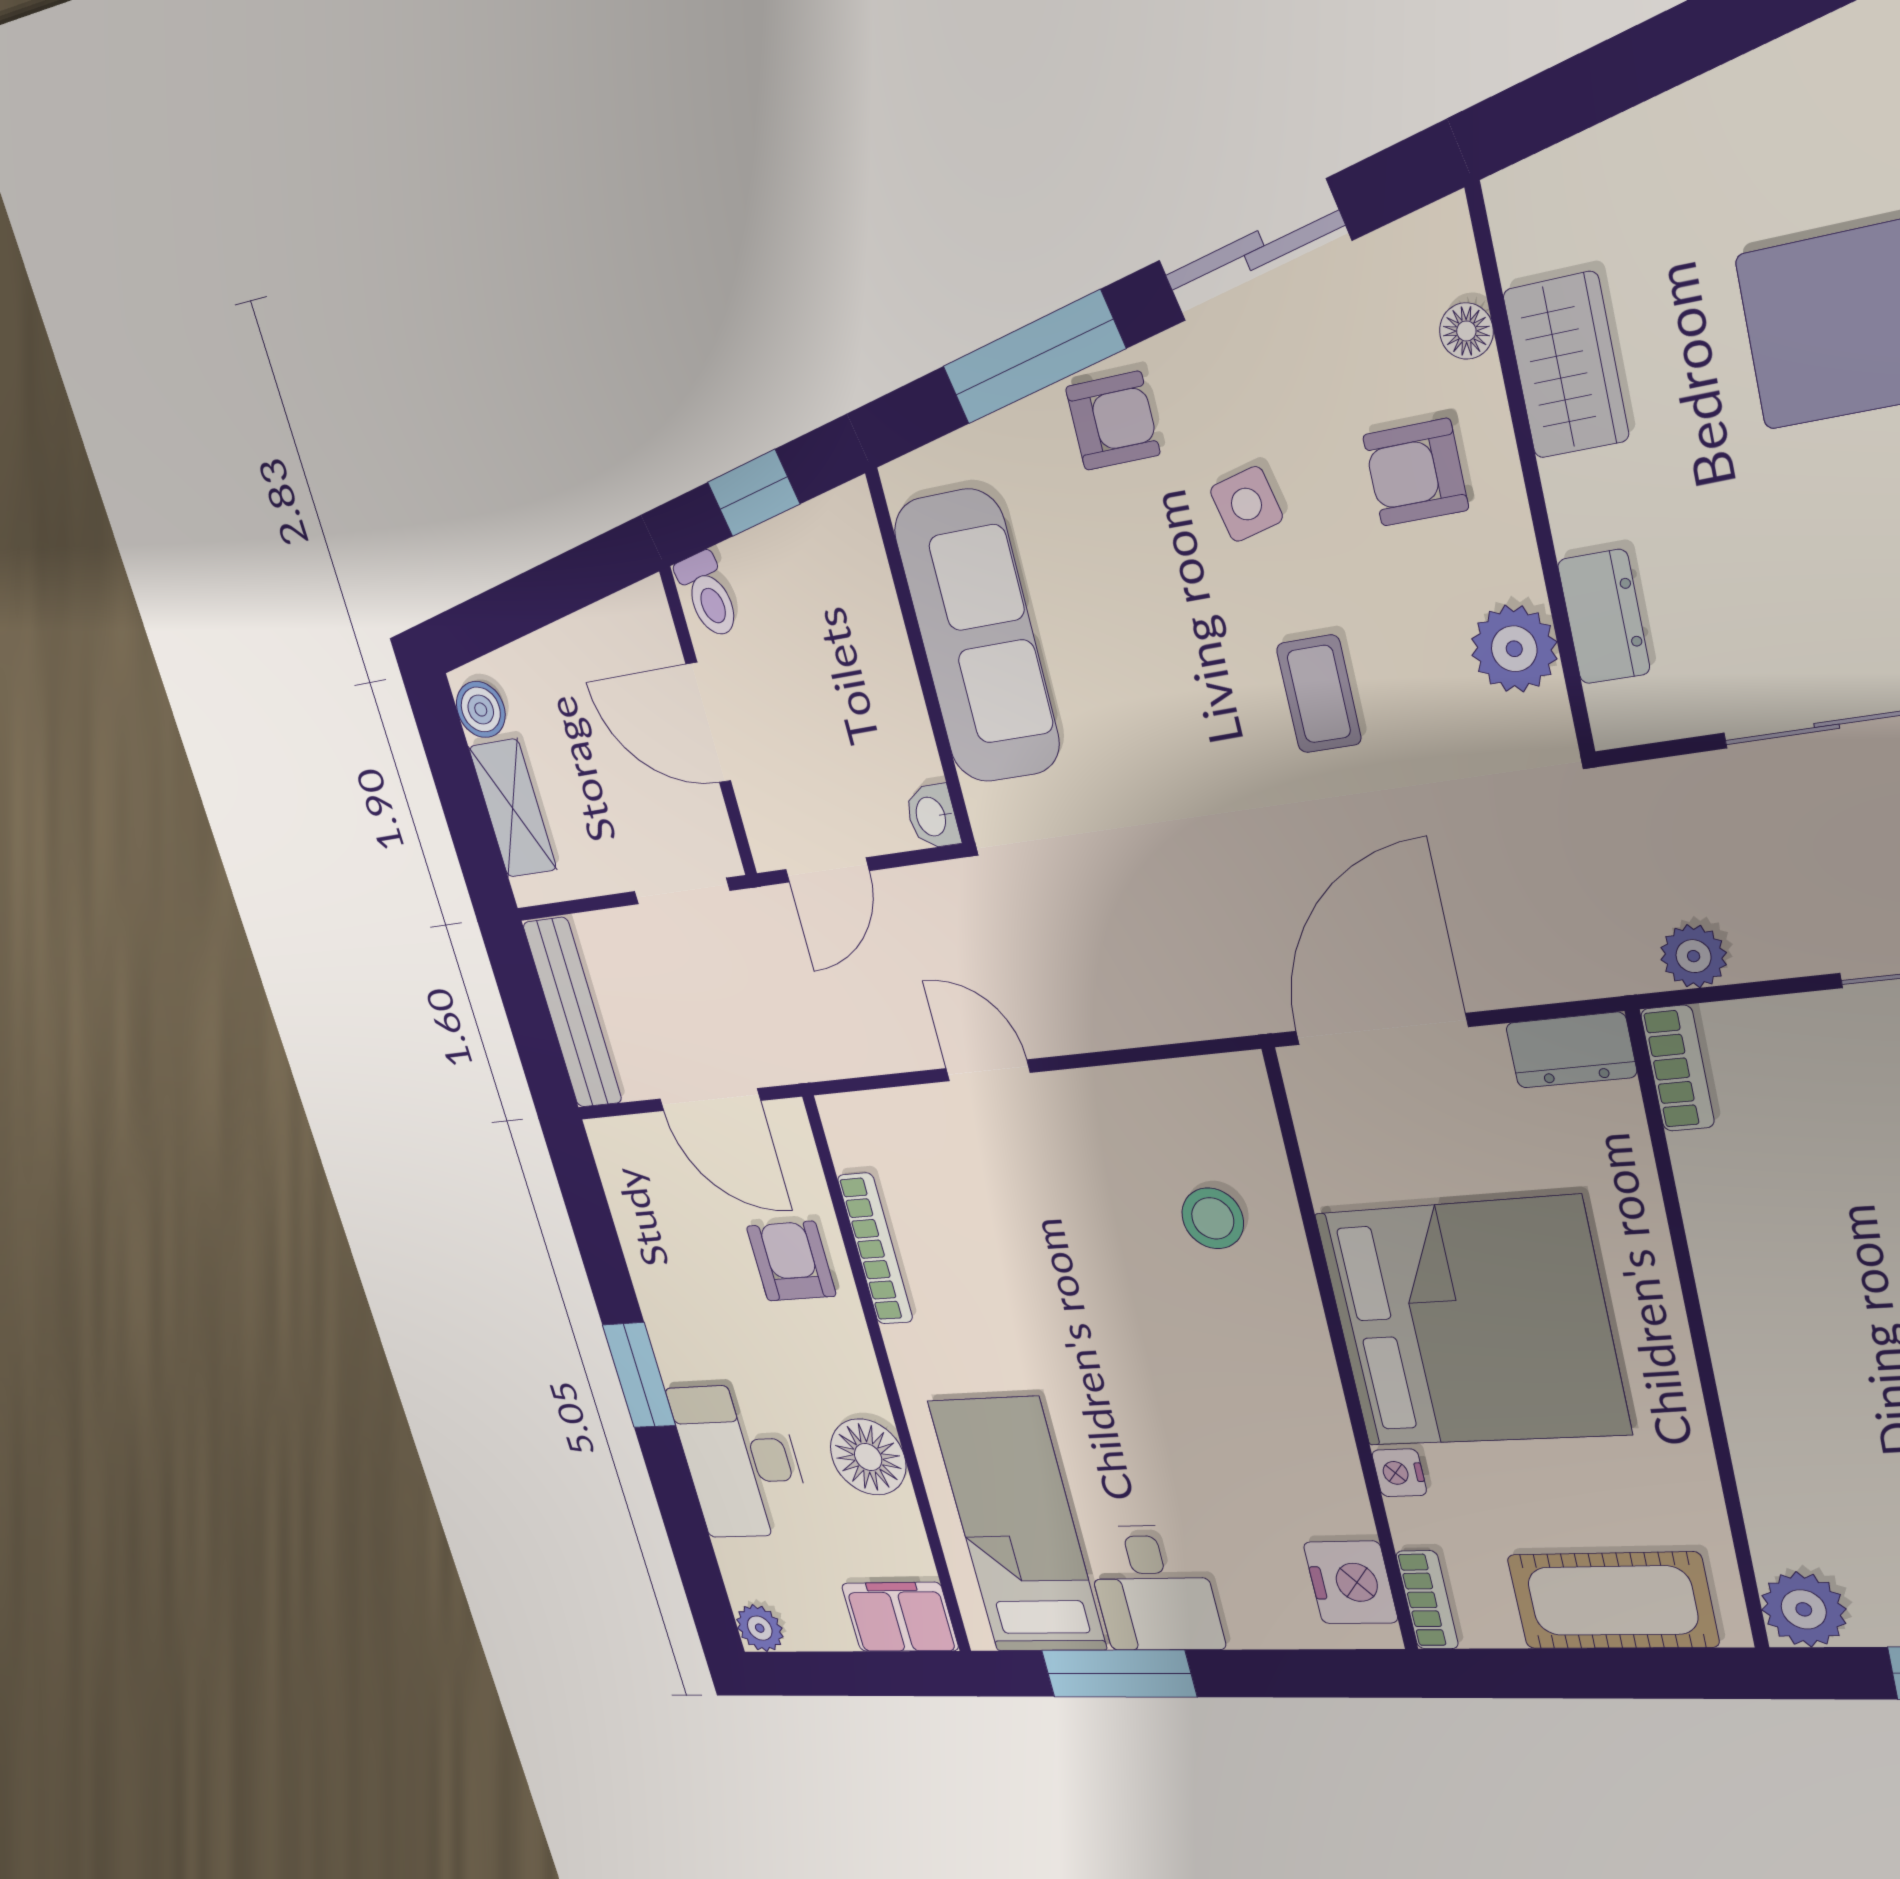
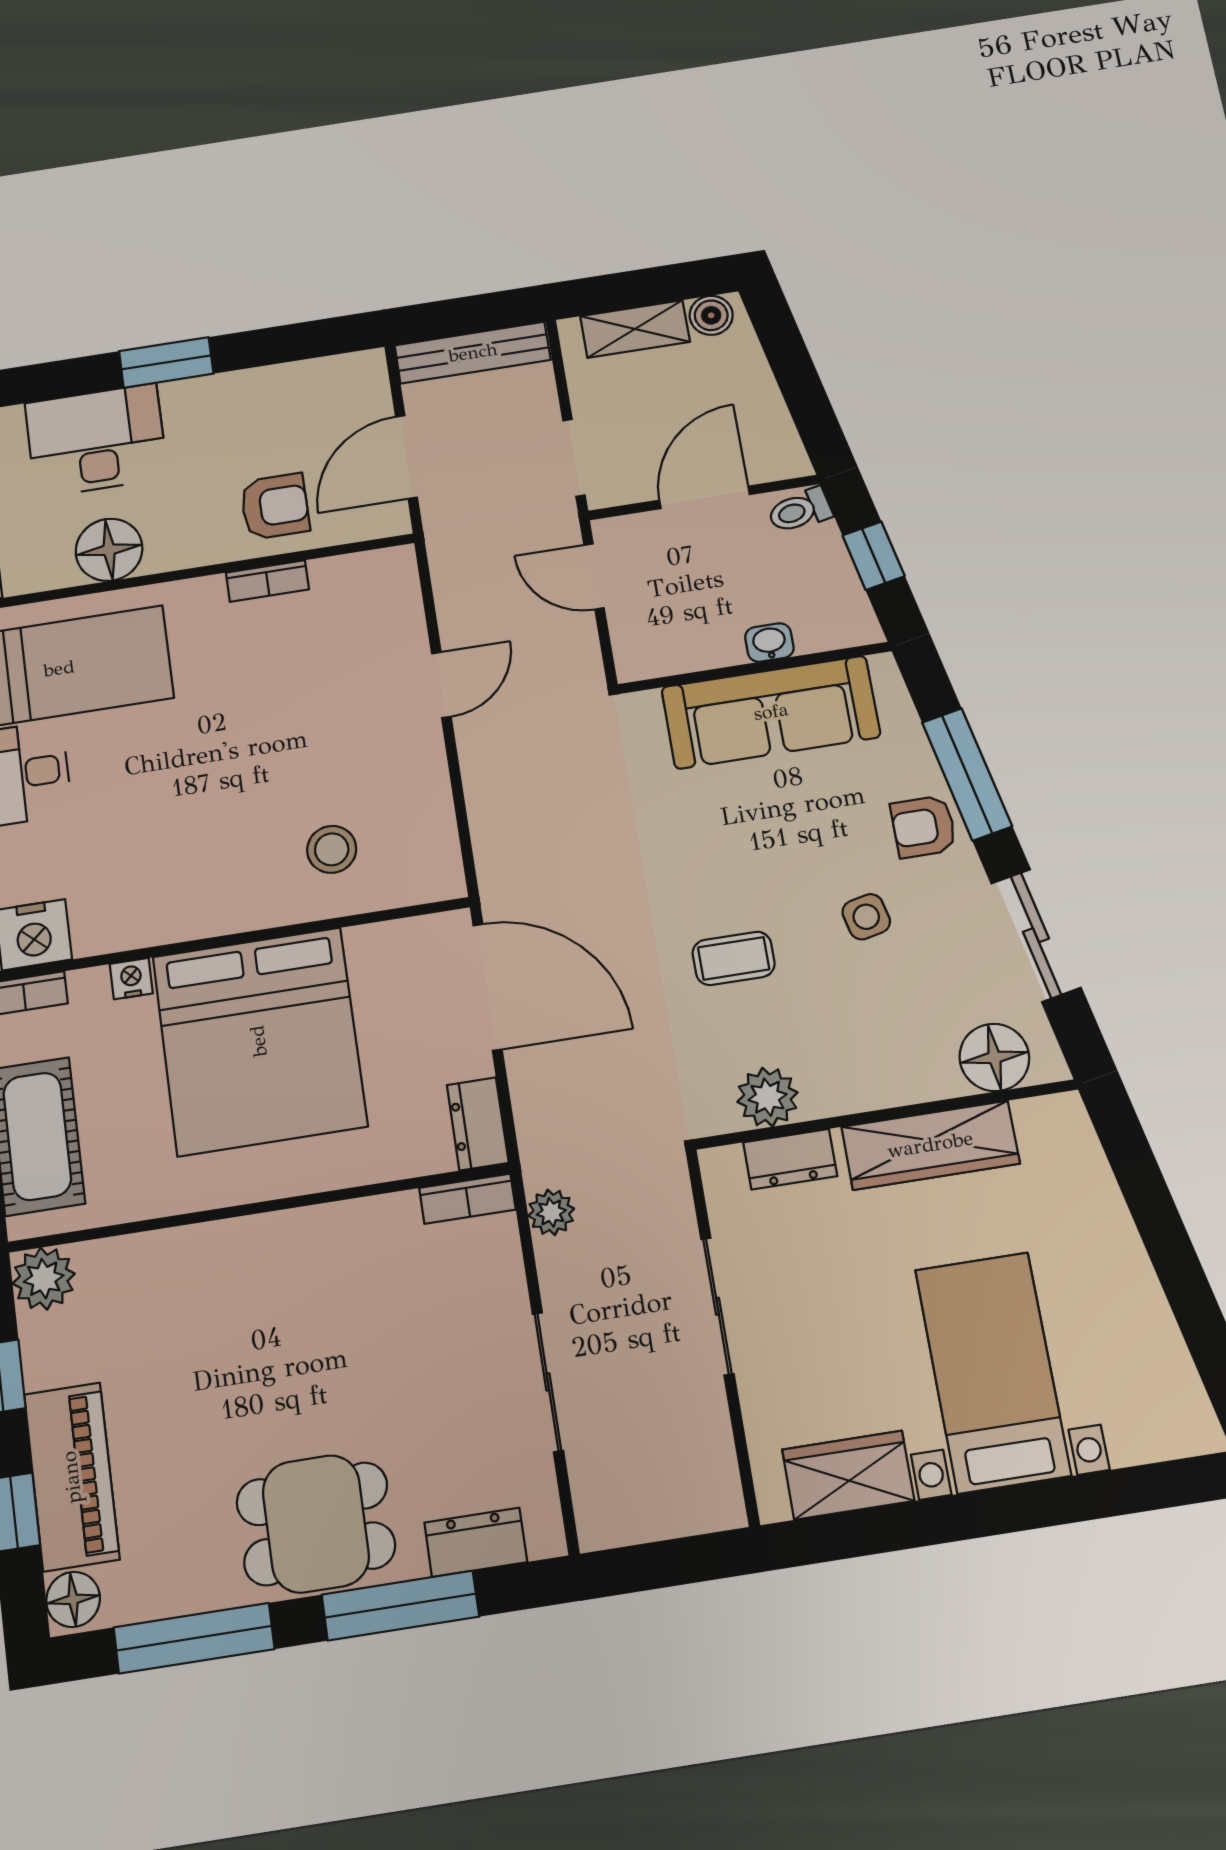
floor lamp: (1466, 331) -> (994, 1057), width x1.89, depth x1.89
wardrobe: (1566, 365) -> (930, 1145), width x1.50
armchair: (1113, 421) -> (923, 827), turned 90
armchair: (1416, 472) -> (888, 1036), removed
washbasin: (932, 816) -> (769, 643), moved
bookcase: (875, 1249) -> (267, 581), width x0.64

